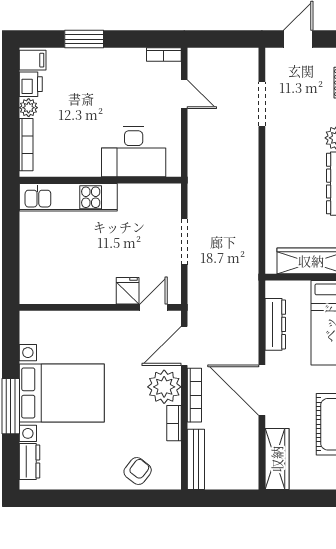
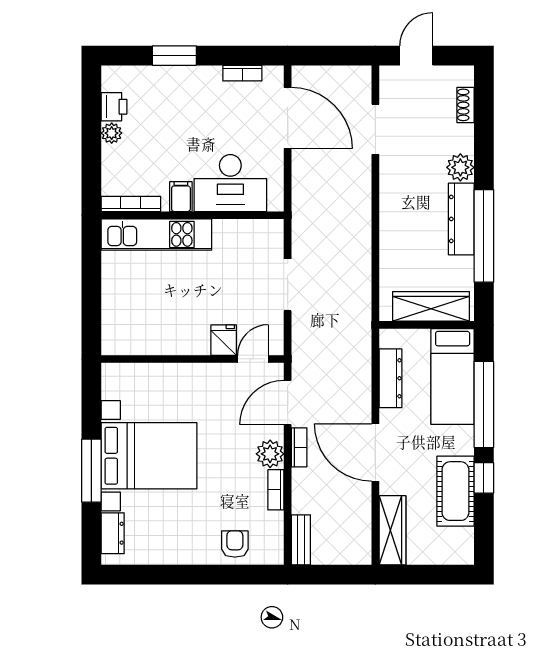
bookcase: (164, 55) -> (242, 73), moved
filing cabinet: (33, 60) -> (181, 197), moved, turned -90
door: (184, 94) -> (288, 118), width x1.88
bookcase: (26, 145) -> (131, 204), moved, turned -90
plant: (164, 387) -> (270, 454), width x0.73, depth x0.73
bookcase: (194, 395) -> (299, 447), width x0.64
bench: (196, 459) -> (301, 540), width x0.73
armchair: (138, 471) -> (235, 544), turned -38

